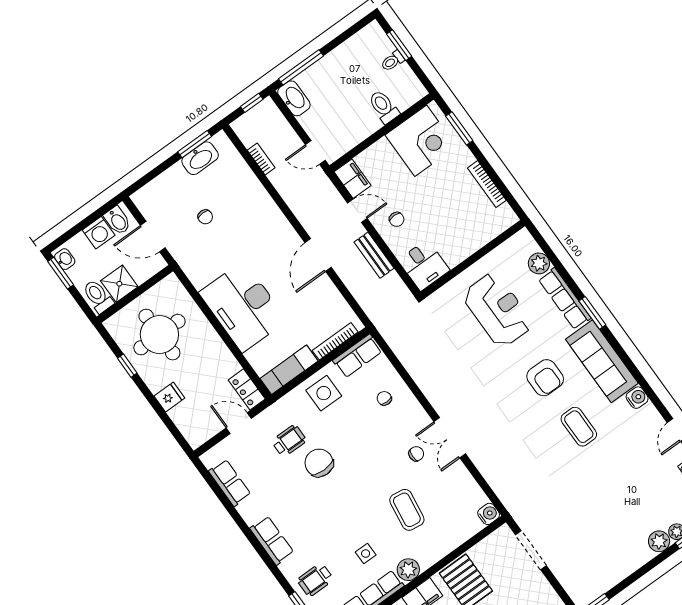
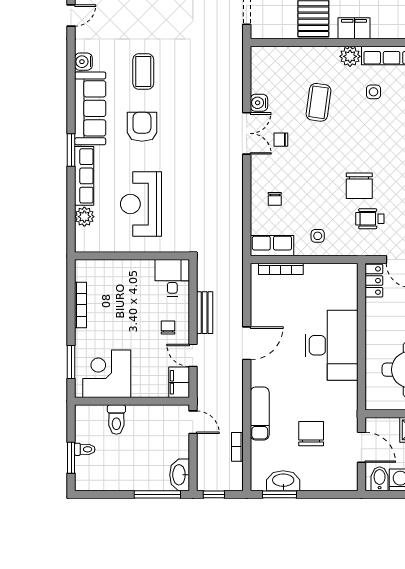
chair: (205, 217) -> (311, 434), width x1.87, depth x1.87
exam couch: (289, 370) -> (260, 413), moved, turned -90
side table: (324, 393) -> (318, 236), width x0.54, depth x0.54
water cooler: (489, 514) -> (259, 103), moved

